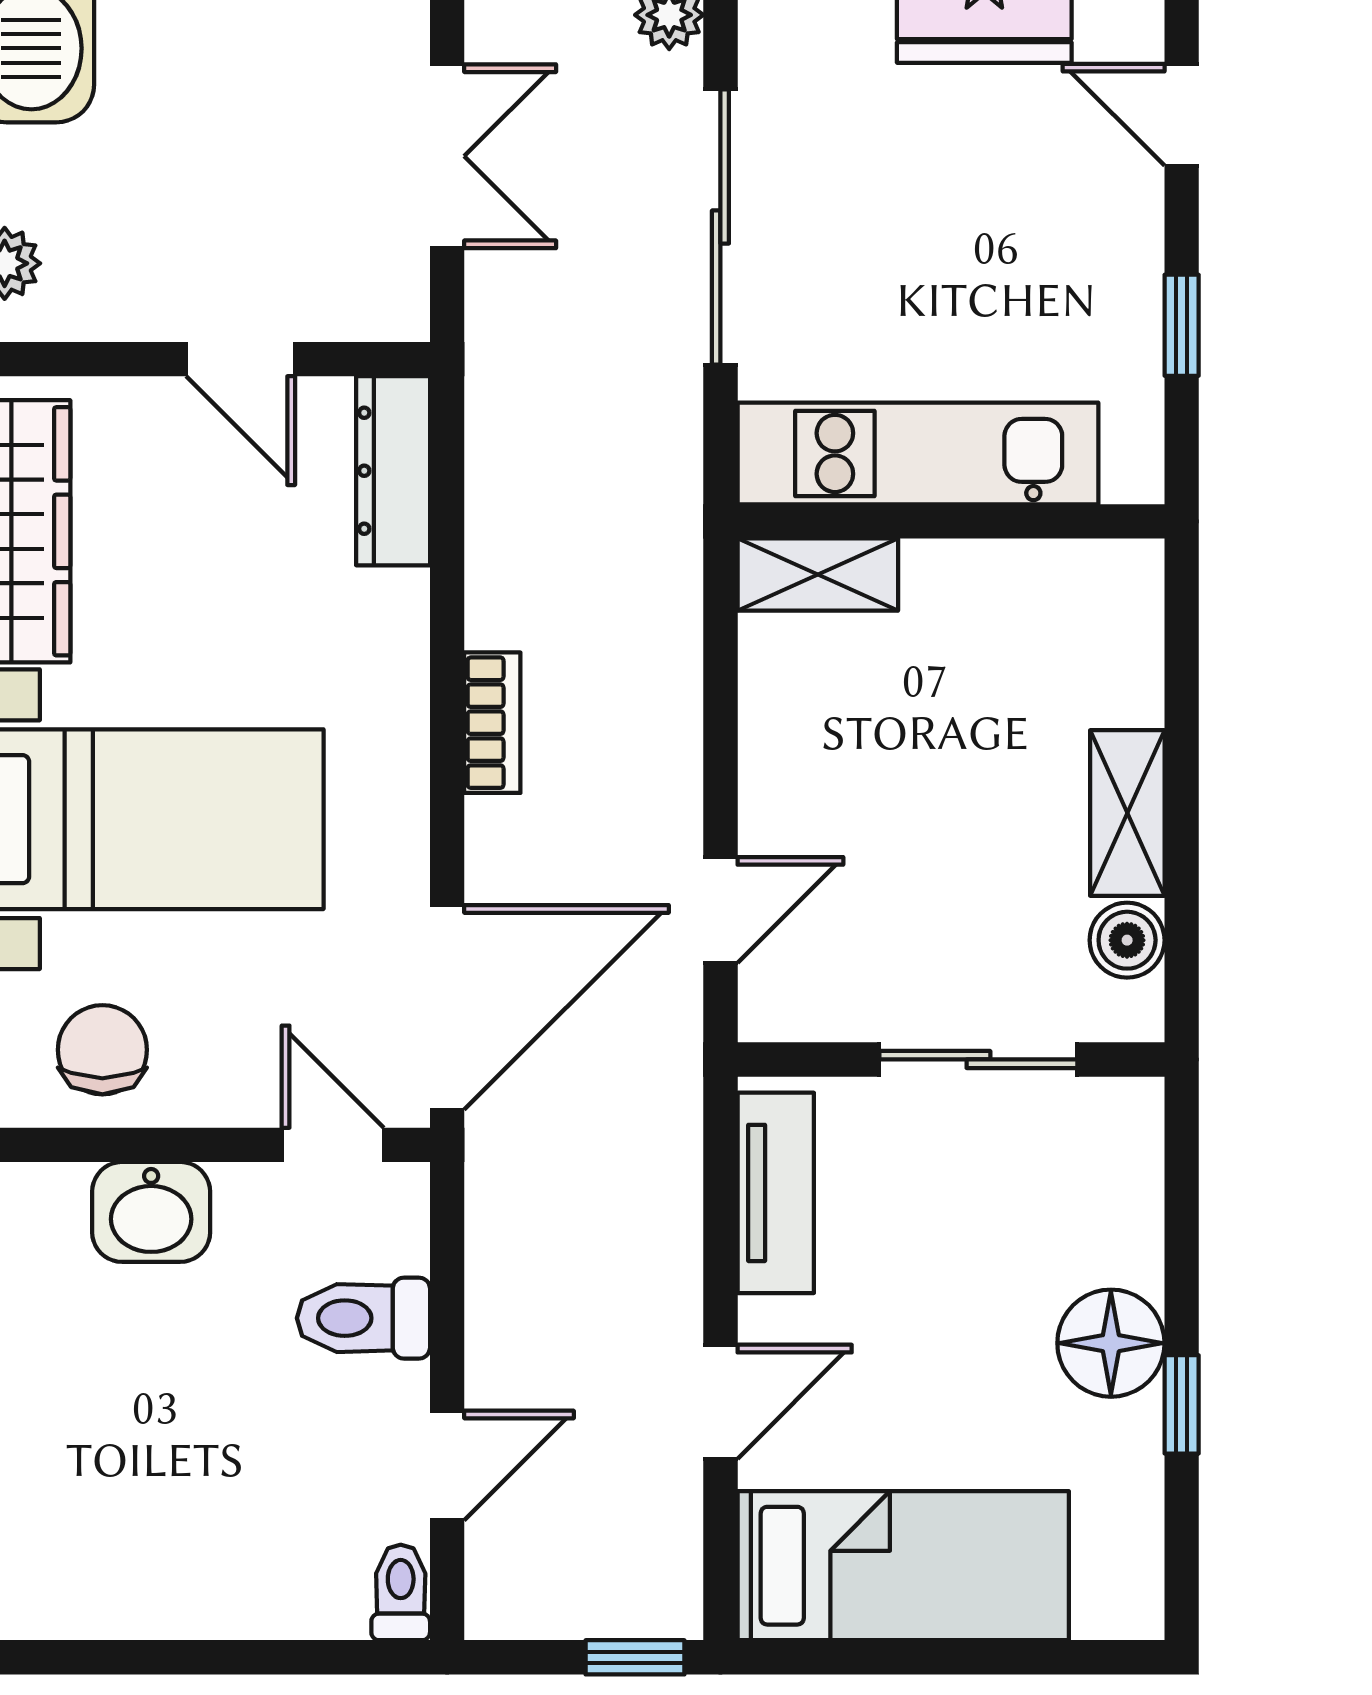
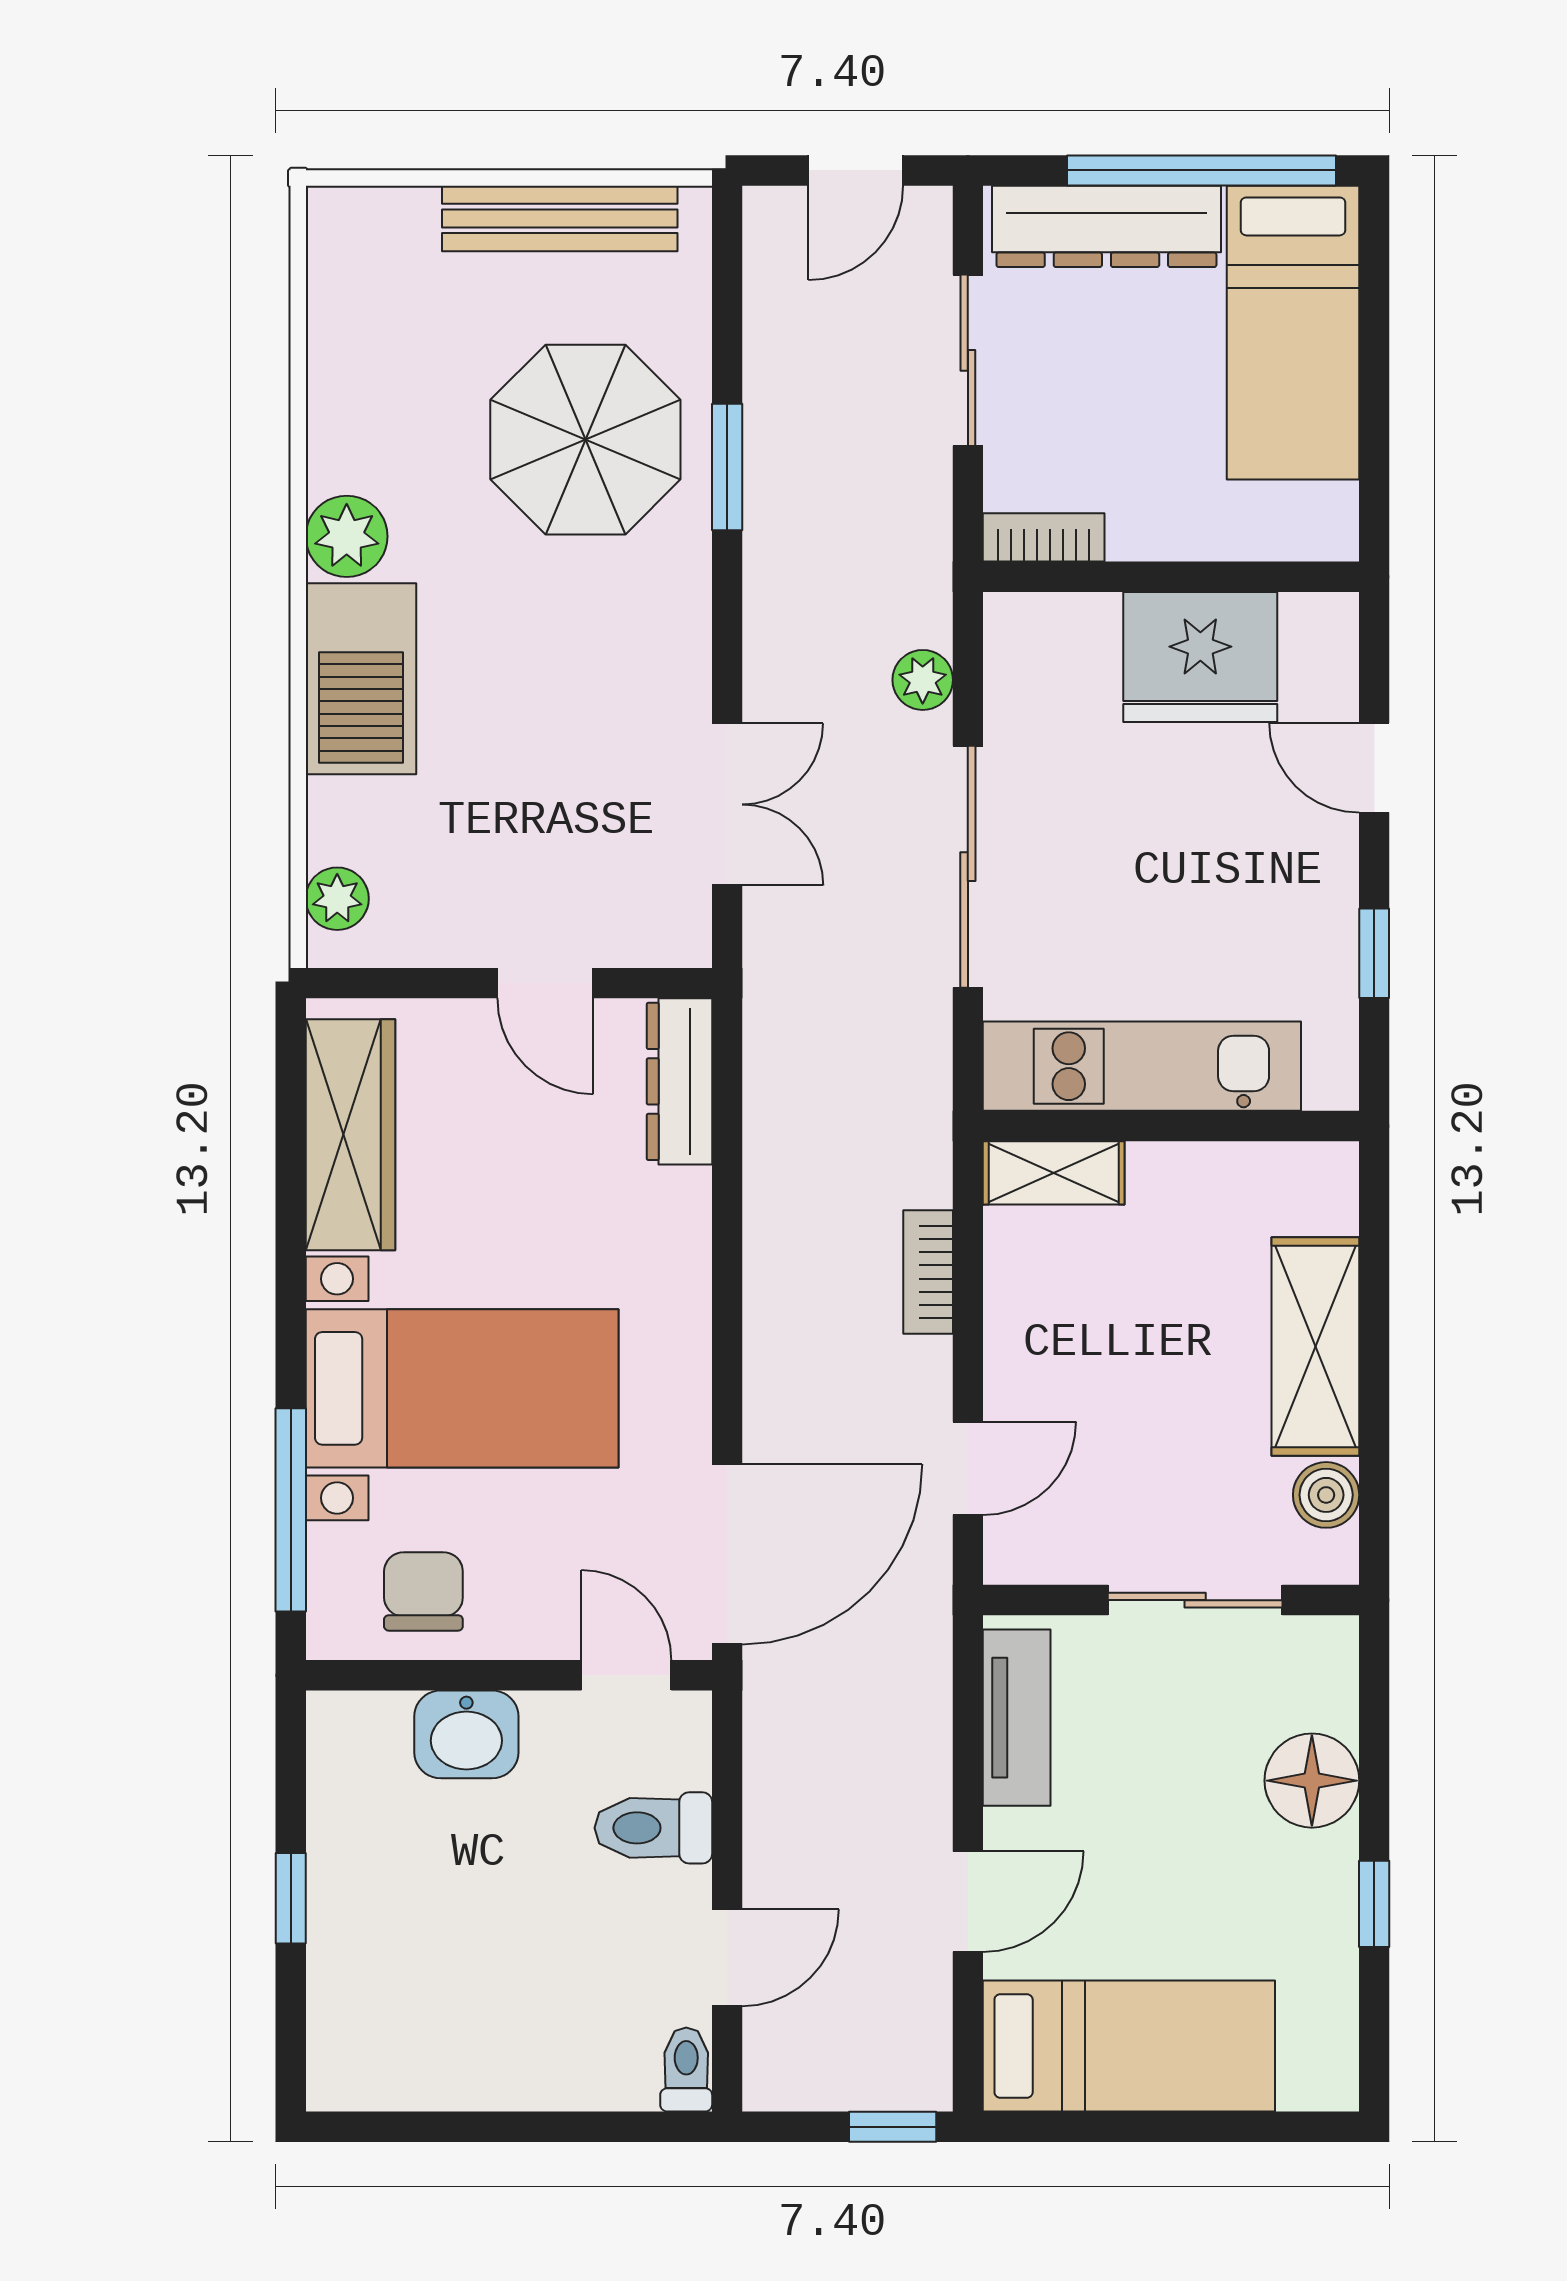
bookcase: (492, 723) -> (928, 1272), moved, turned 180
shelving: (1127, 813) -> (1315, 1346), width x1.50, depth x1.33
floor lamp: (1111, 1343) -> (1312, 1781), moved

